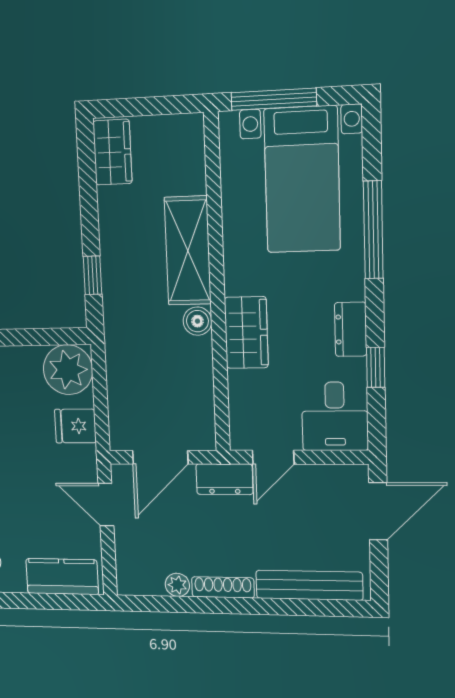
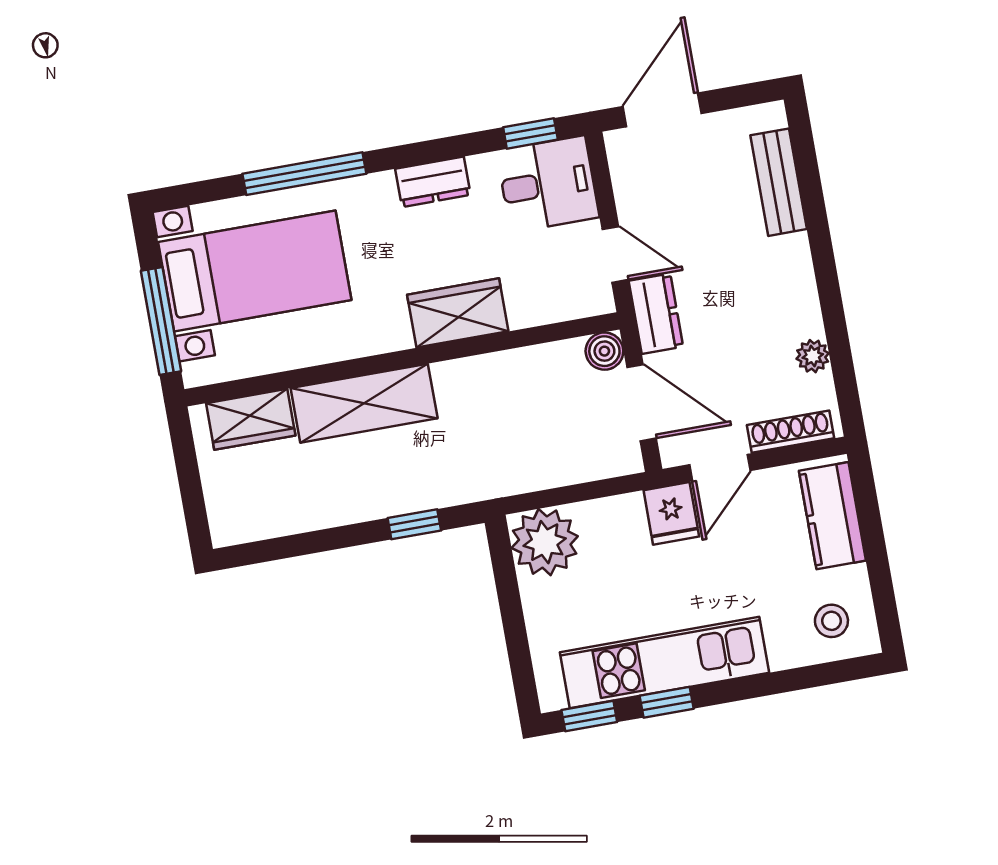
wardrobe: (112, 152) -> (251, 419), moved, turned 180
boiler: (197, 321) -> (604, 351), moved
window: (376, 367) -> (530, 133), moved
fridge: (75, 426) -> (671, 513), moved
door: (378, 511) -> (662, 110), hinge flipped
bench: (309, 585) -> (779, 182), width x0.73
shoe rack: (223, 587) -> (790, 432), moved, turned 90

